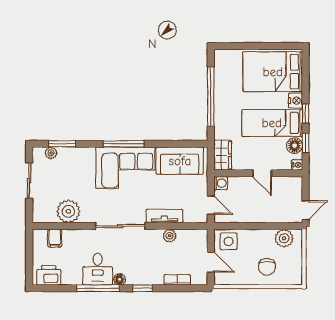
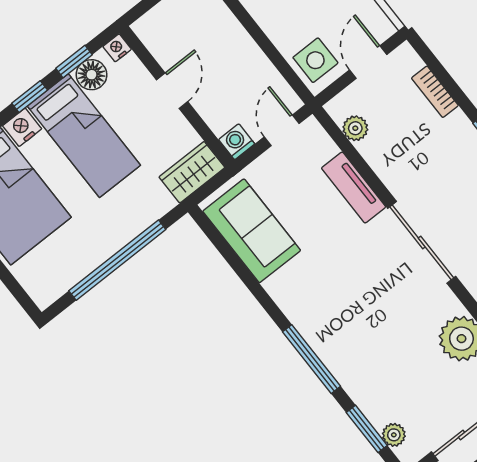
window: (124, 144) -> (312, 359), moved
corner sofa: (125, 168) -> (327, 304), removed
plant: (170, 236) -> (355, 128), moved

